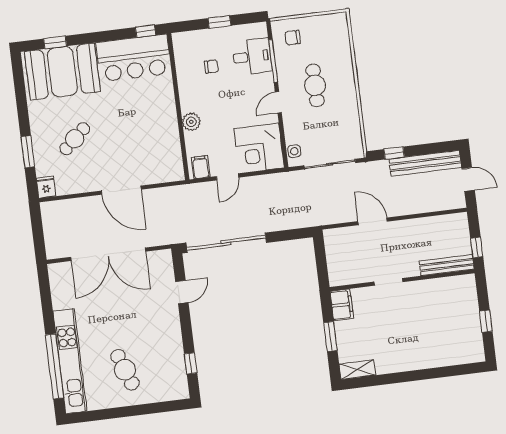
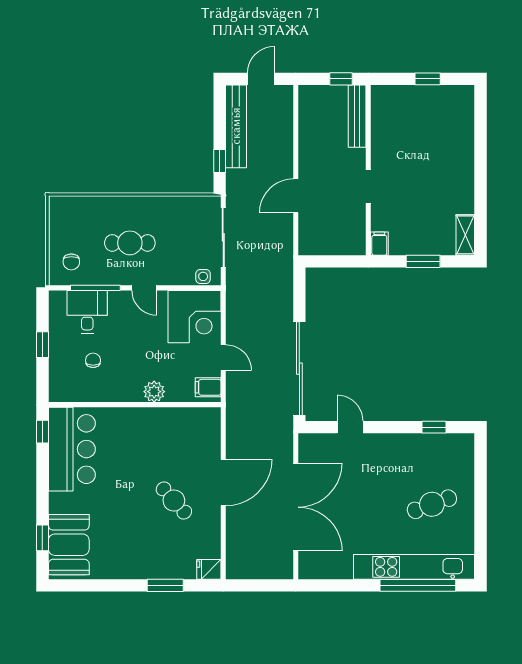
booth: (62, 72) -> (69, 545), width x0.73, depth x0.70
cafe table: (75, 139) -> (174, 501), moved
filing cabinet: (342, 305) -> (379, 244), width x0.50

